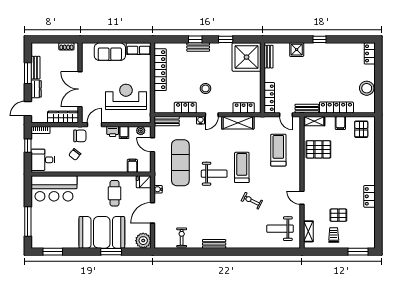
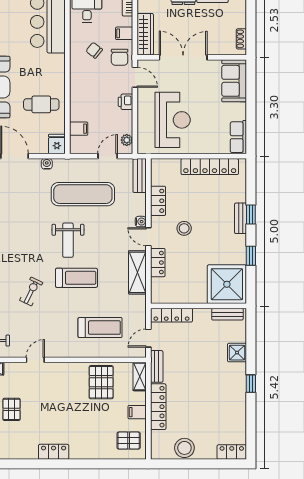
sofa: (110, 52) -> (234, 81), moved
locker: (244, 108) -> (158, 263), moved
filing cabinet: (124, 133) -> (124, 33), moved
locker: (370, 196) -> (54, 452), moved

